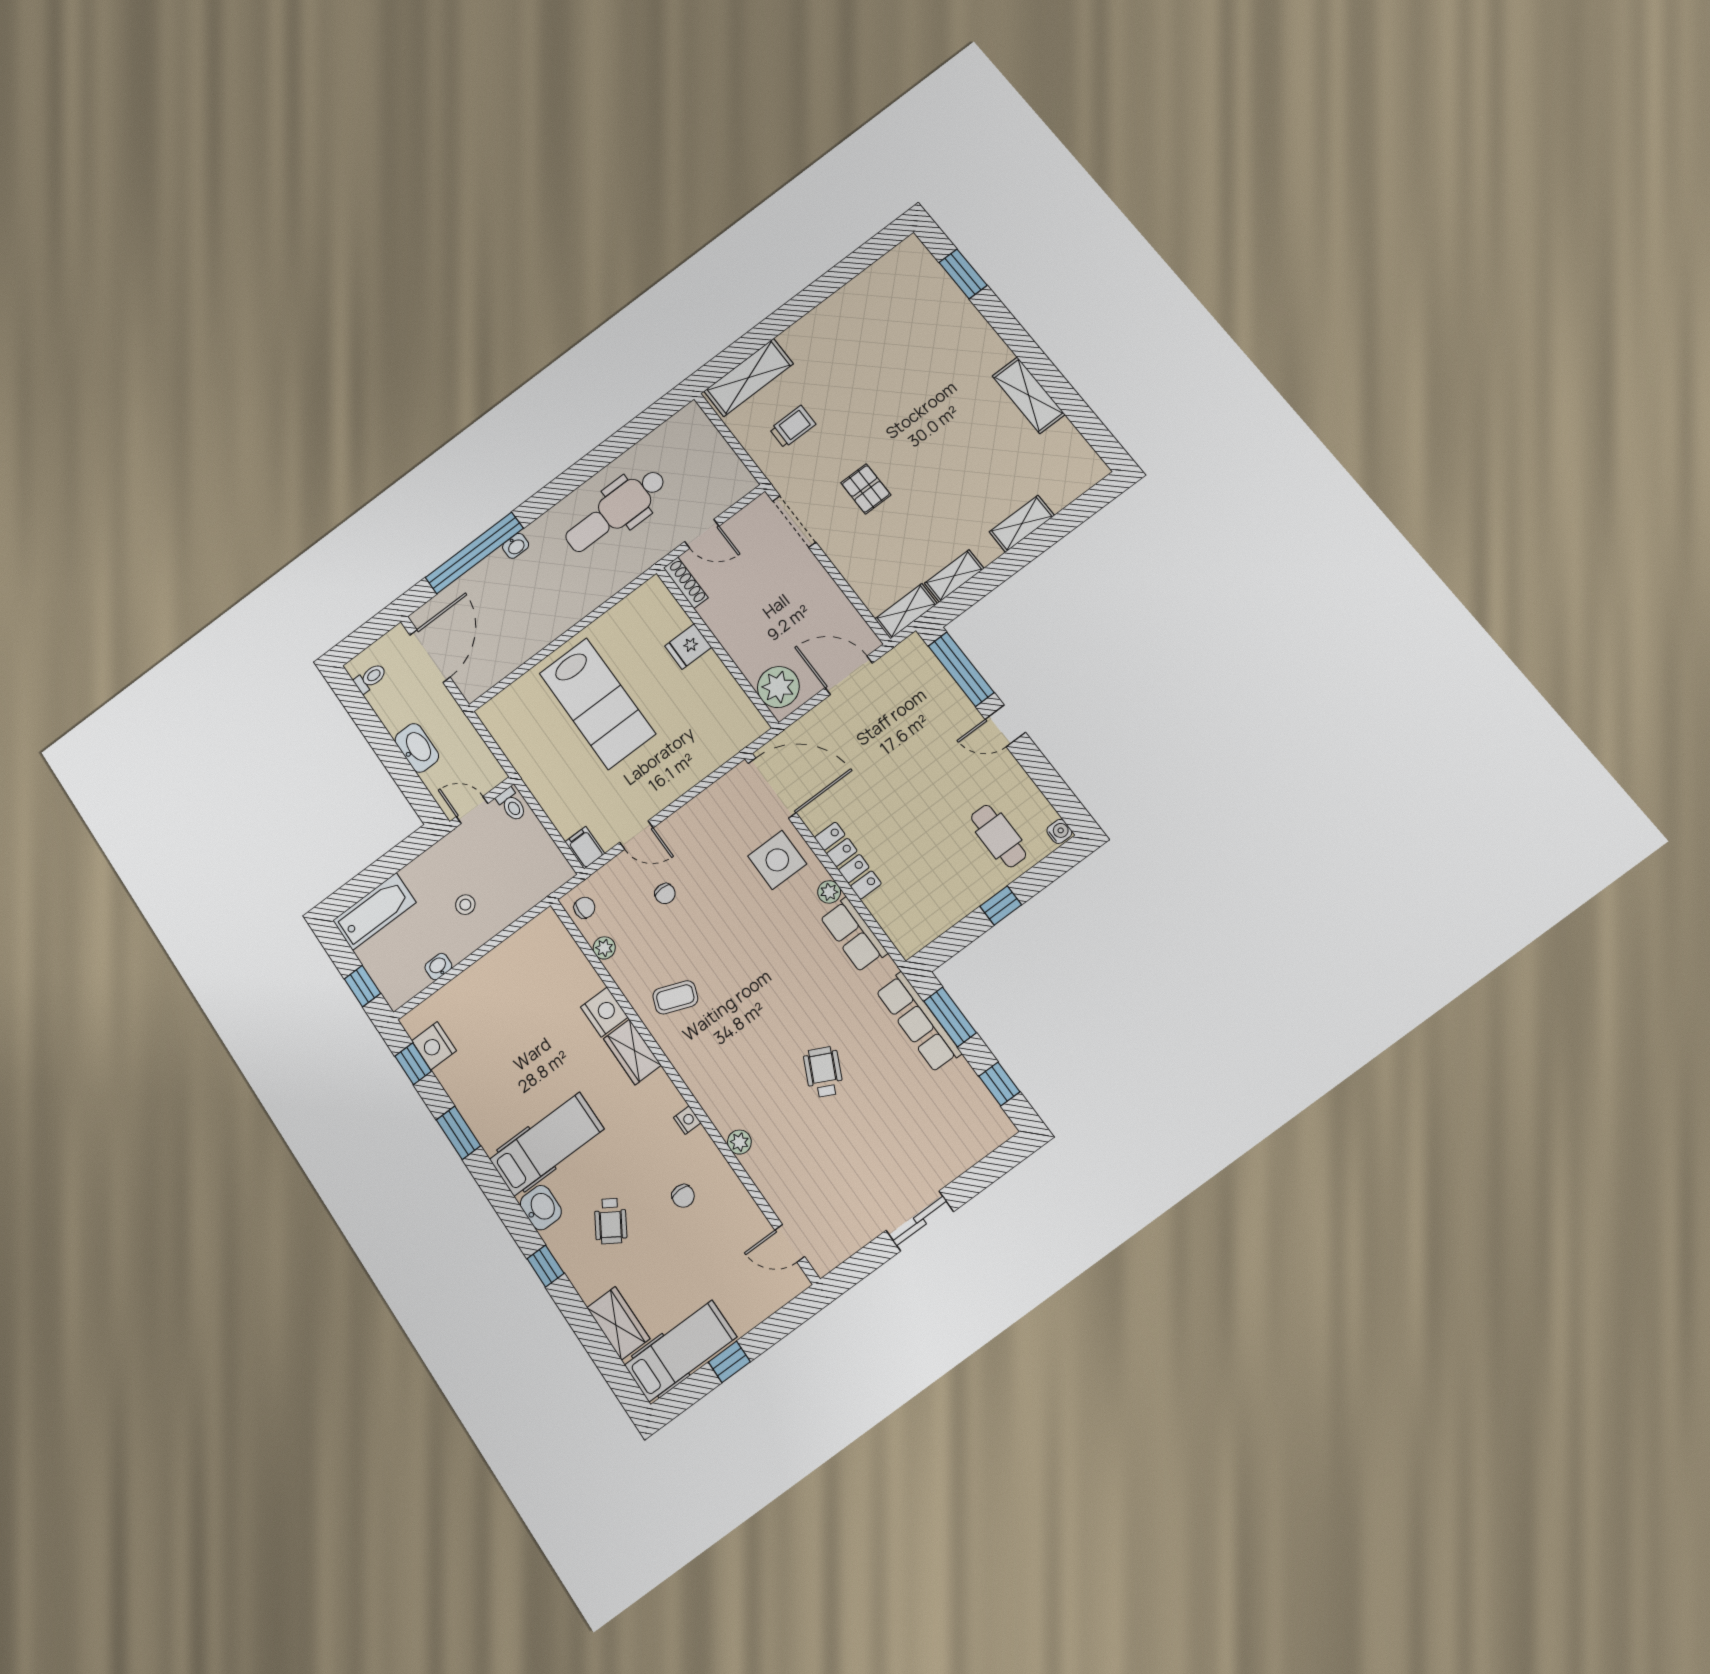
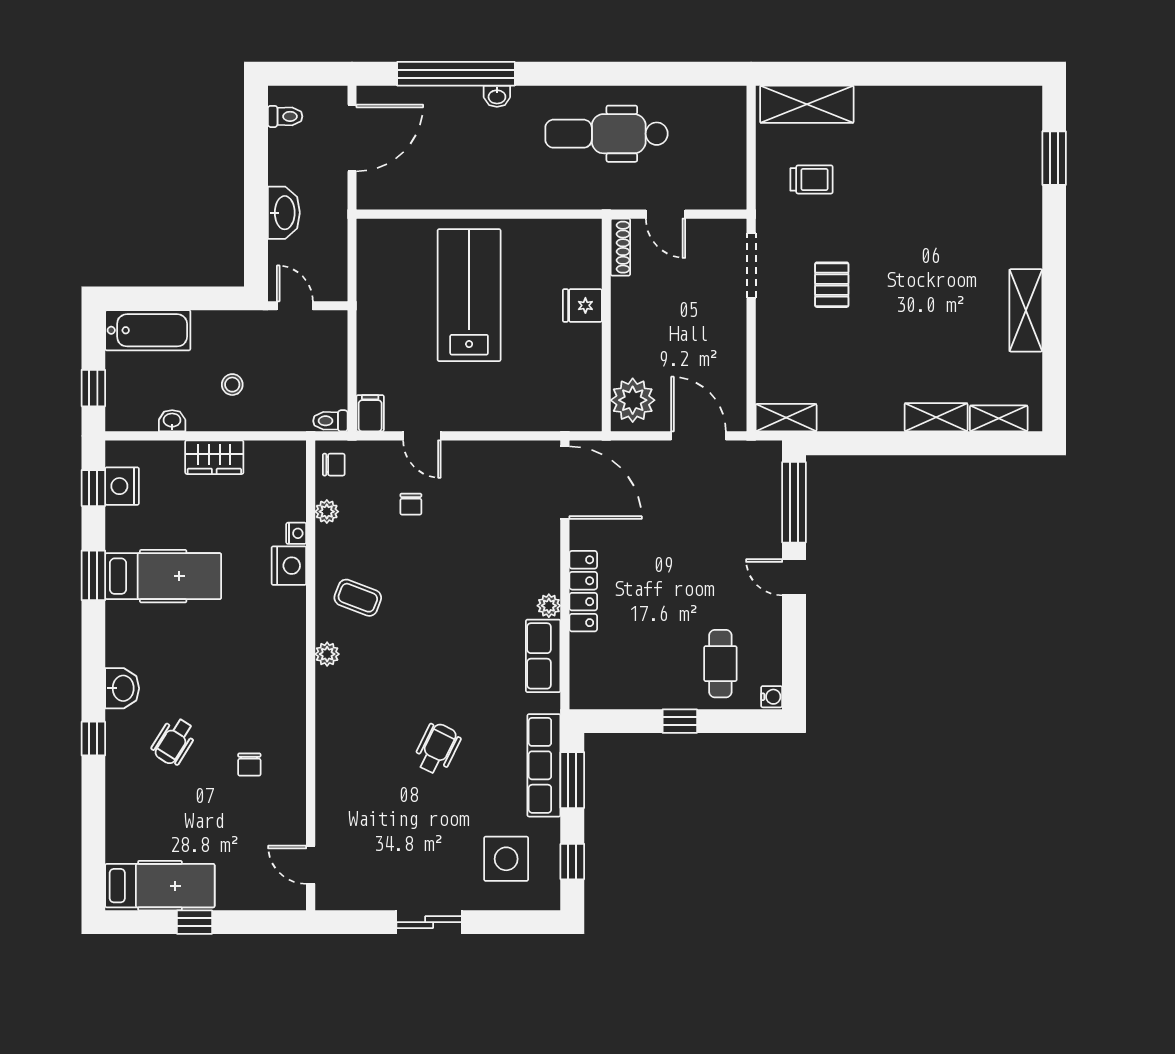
shelving: (954, 576) -> (999, 418), moved
lab bench: (597, 703) -> (469, 295), turned 180
toilet: (512, 805) -> (330, 421), moved, turned 90
side table: (777, 860) -> (506, 859), moved
wardrobe: (632, 1052) -> (214, 457), moved, turned -90
nightstand: (687, 1120) -> (296, 533), moved
plant: (739, 1142) -> (327, 654), moved
hospital bed: (547, 1144) -> (163, 576), moved
wardrobe: (618, 1323) -> (123, 827), removed

